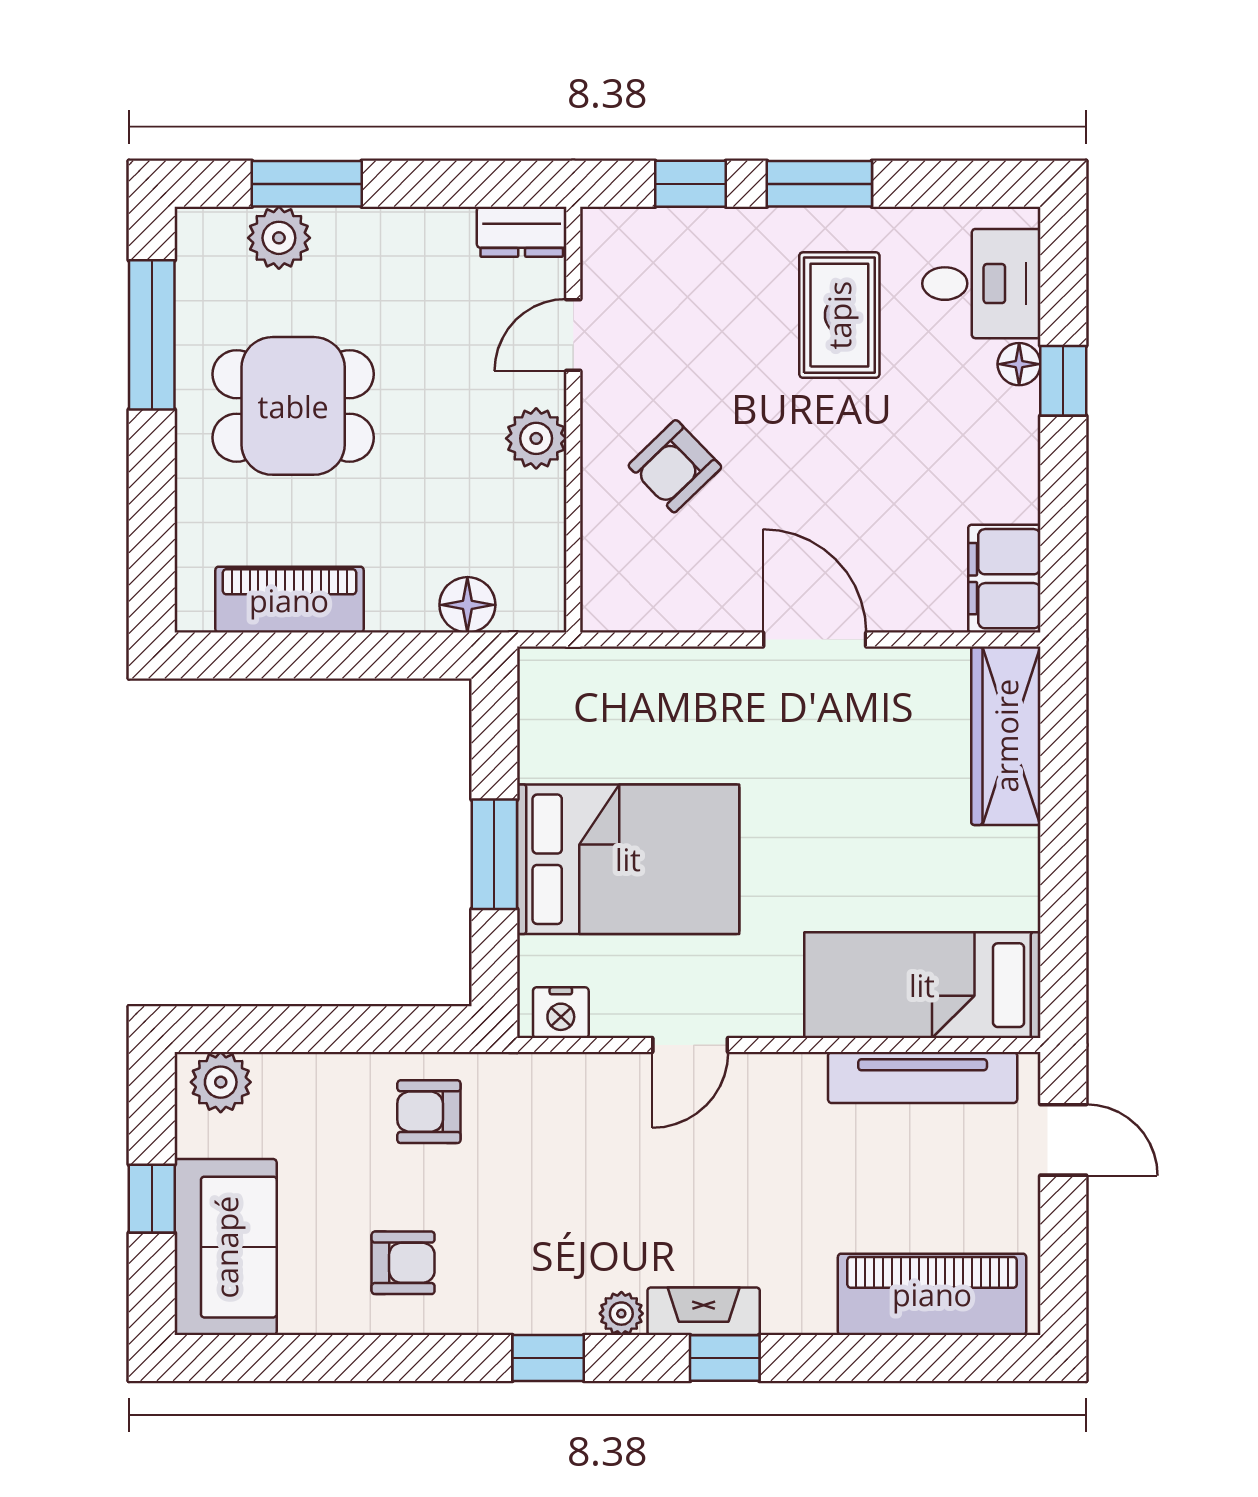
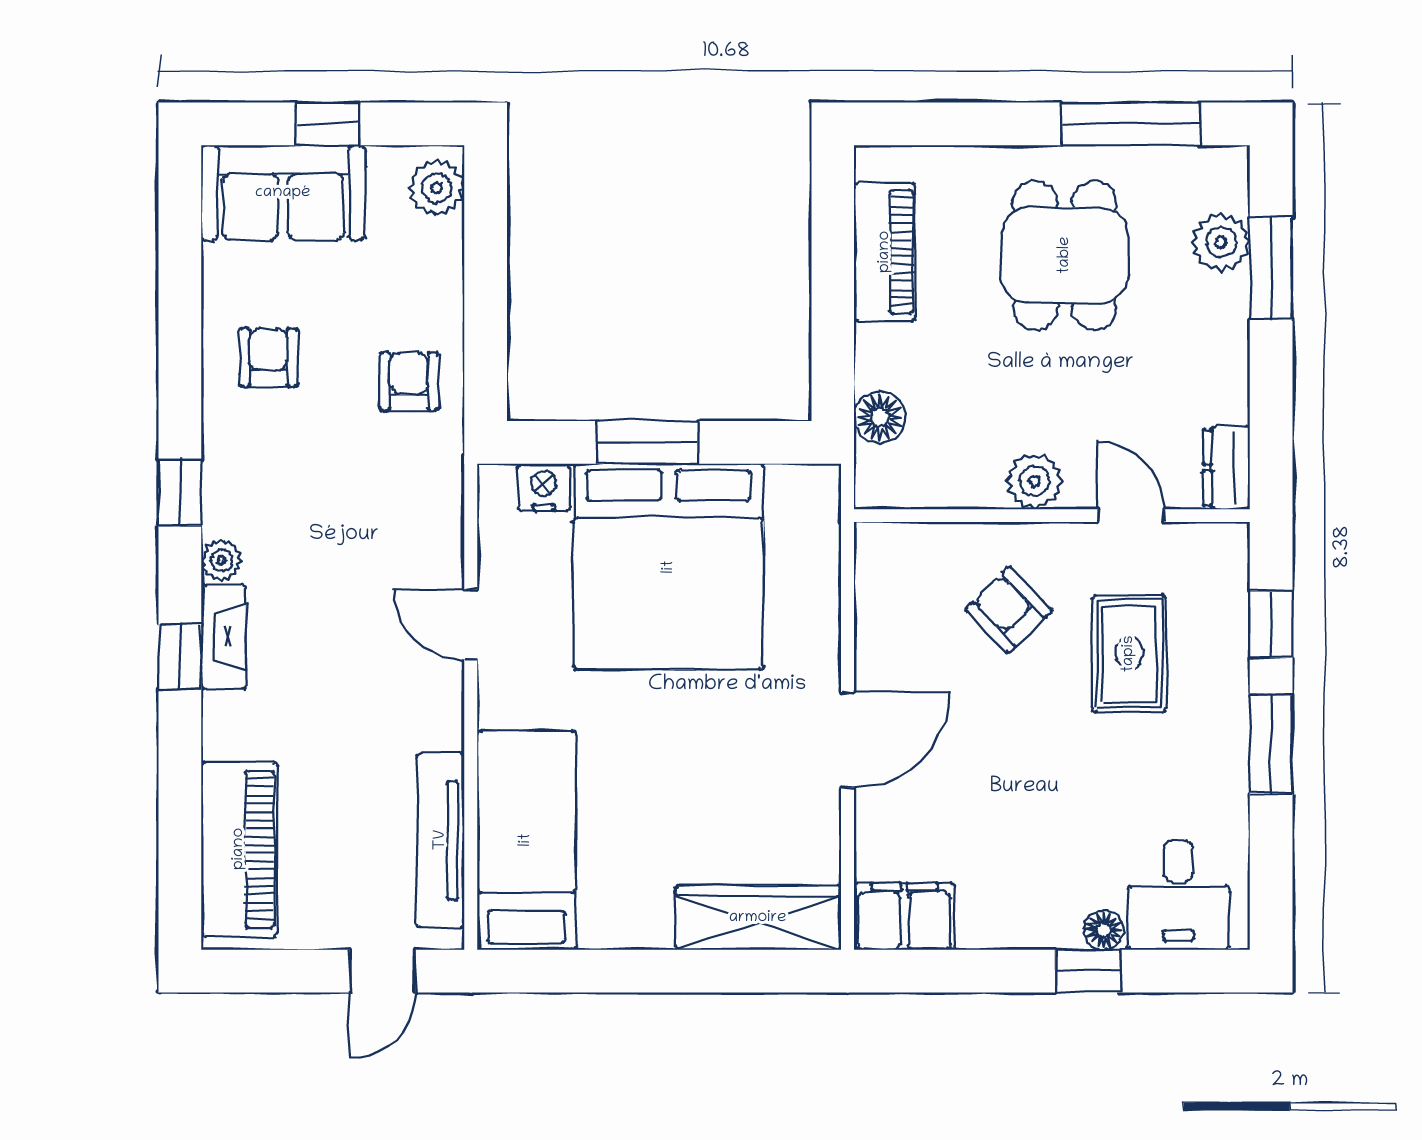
rug: (839, 315) -> (1129, 654), moved, turned 90
bed: (628, 859) -> (669, 567), width x1.36
nightstand: (561, 1013) -> (544, 487), moved, turned 90
armchair: (403, 1263) -> (268, 358), turned 180

